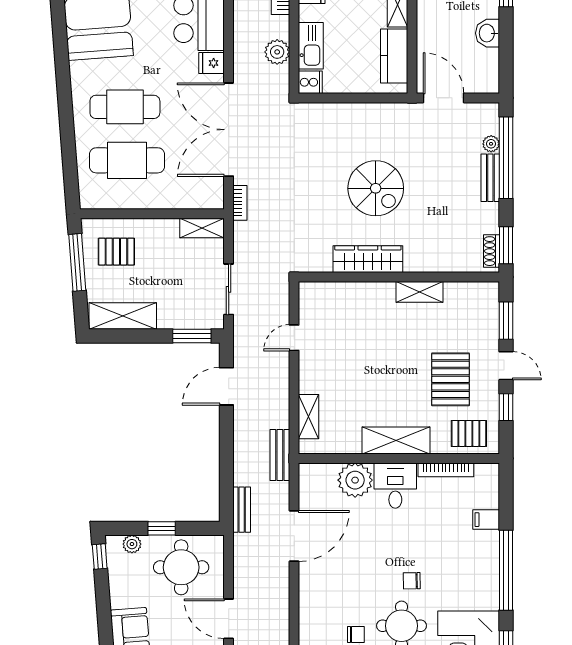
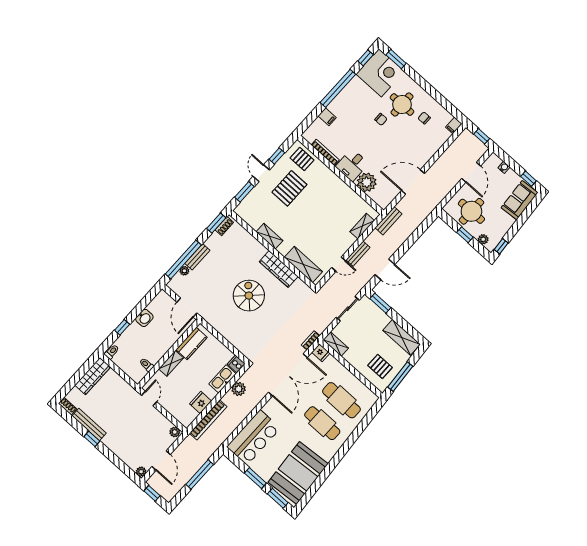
fridge: (211, 63) -> (321, 353), moved
shelving: (396, 440) -> (303, 264), moved
bench: (242, 510) -> (358, 254), moved

